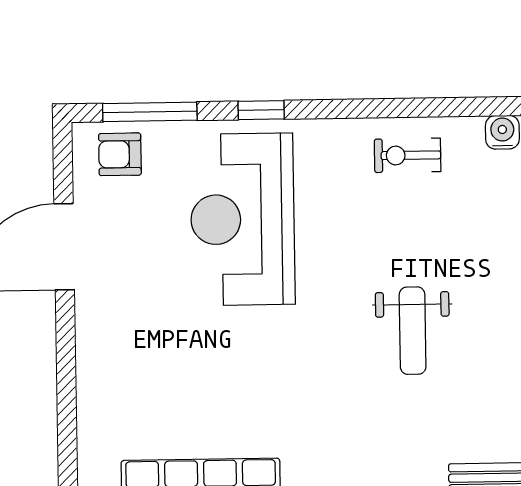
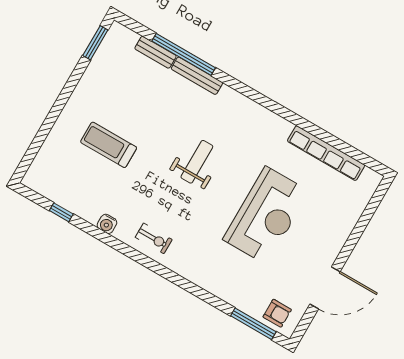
window: (261, 110) -> (205, 296), removed
reception desk: (243, 219) -> (266, 215), moved

